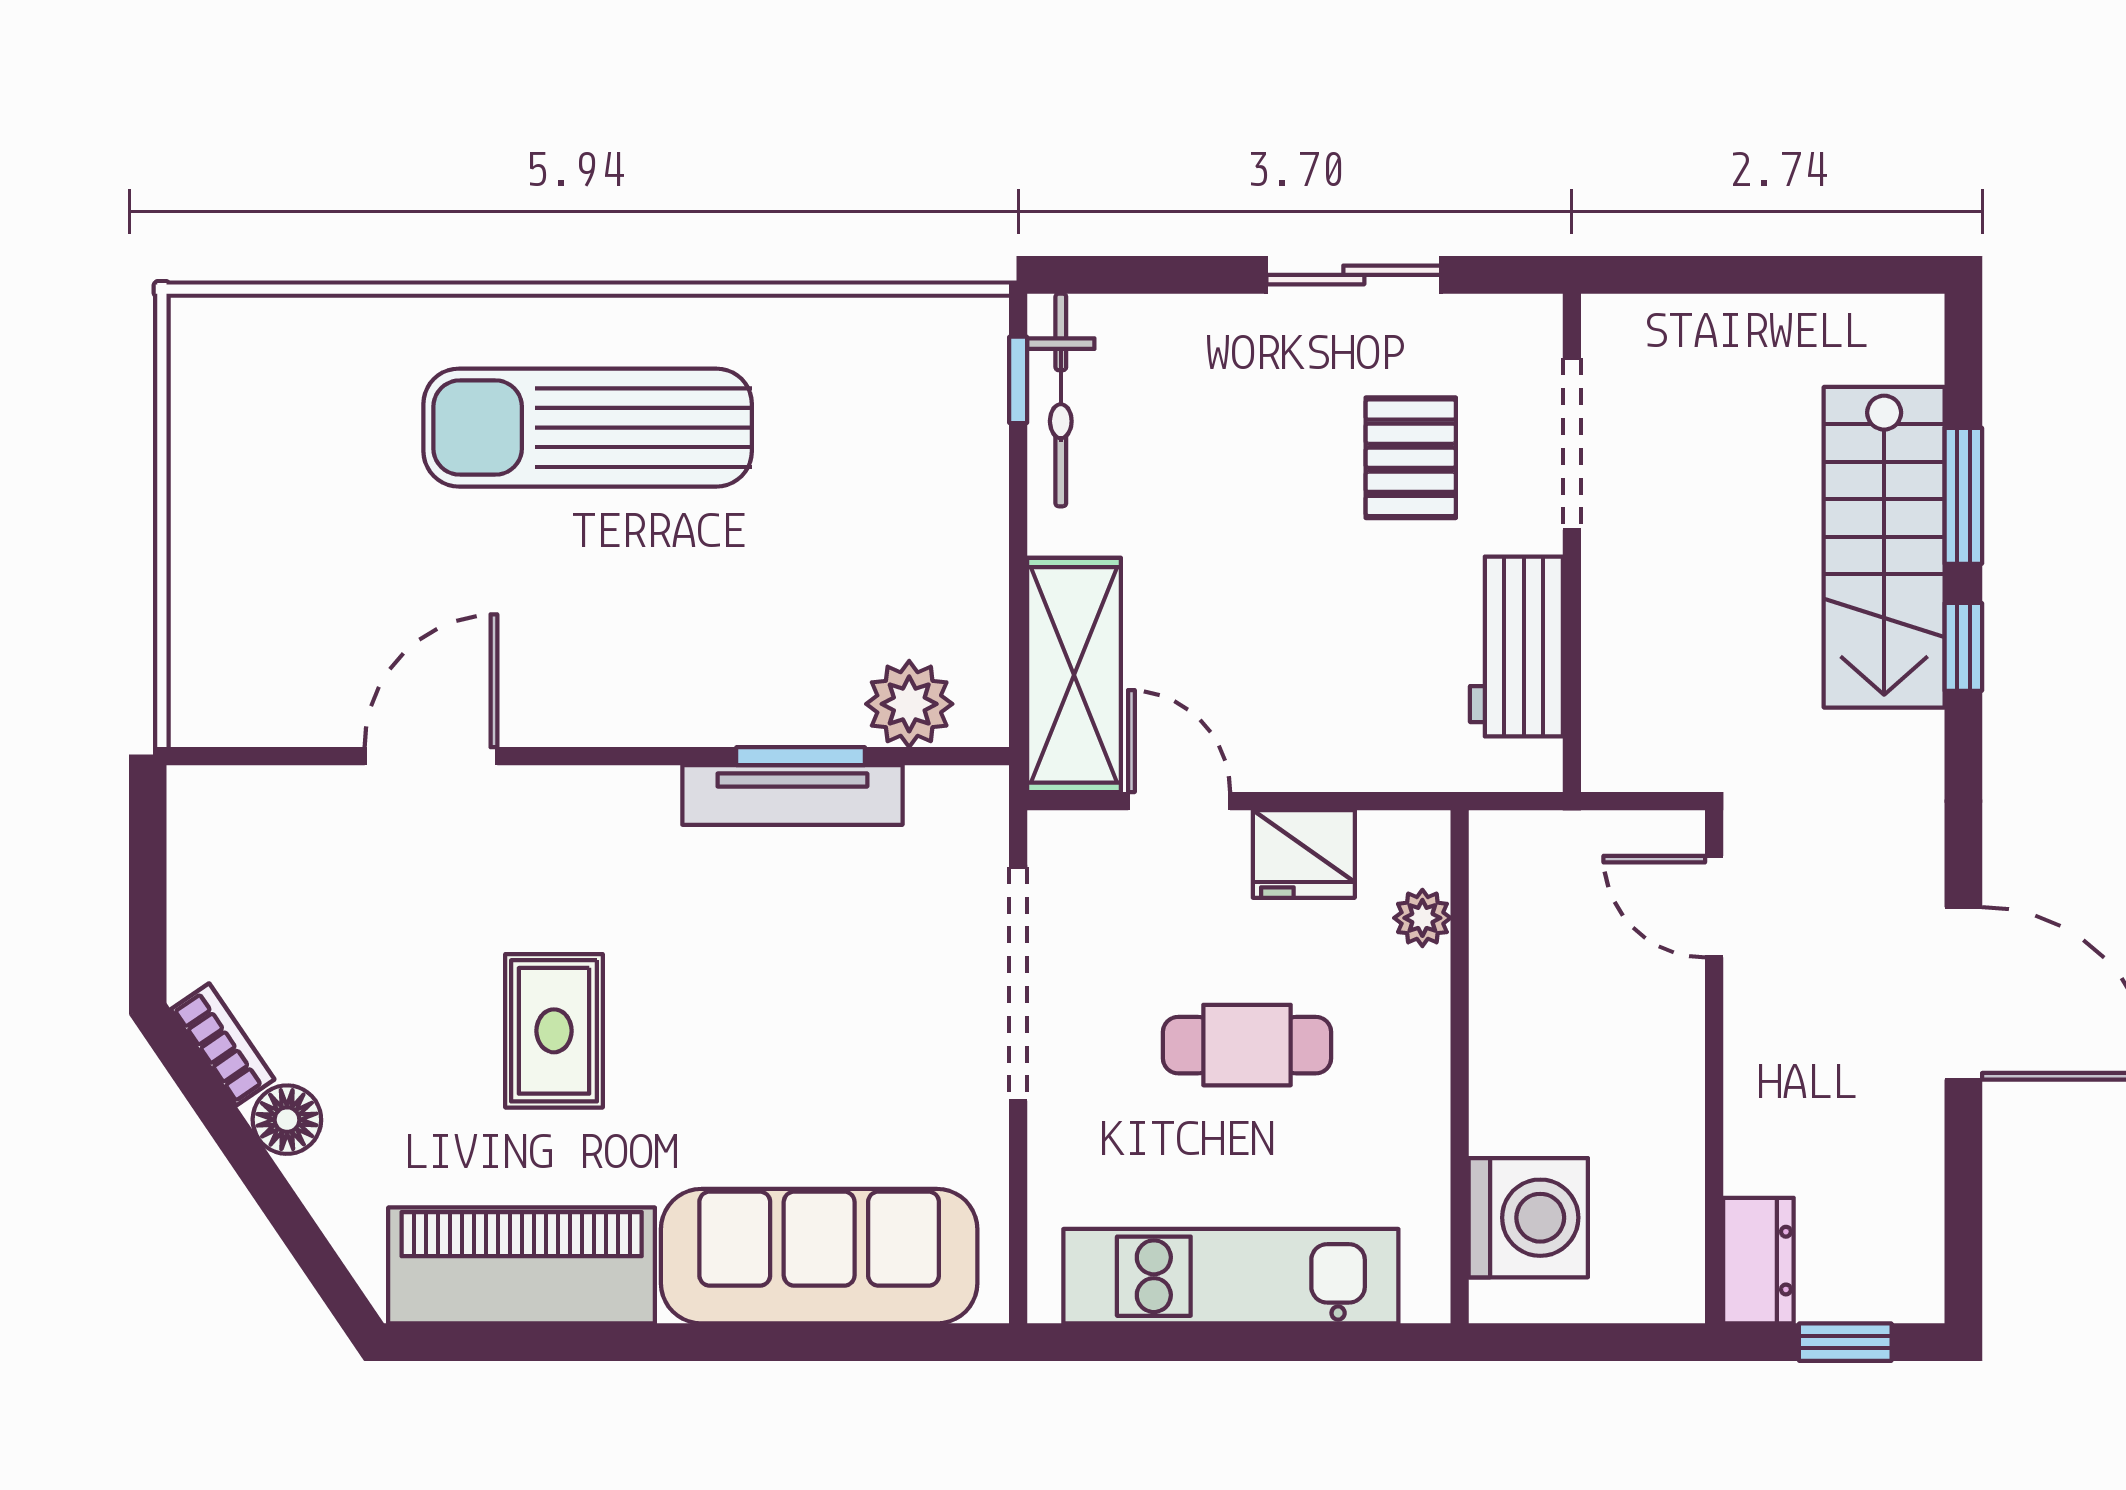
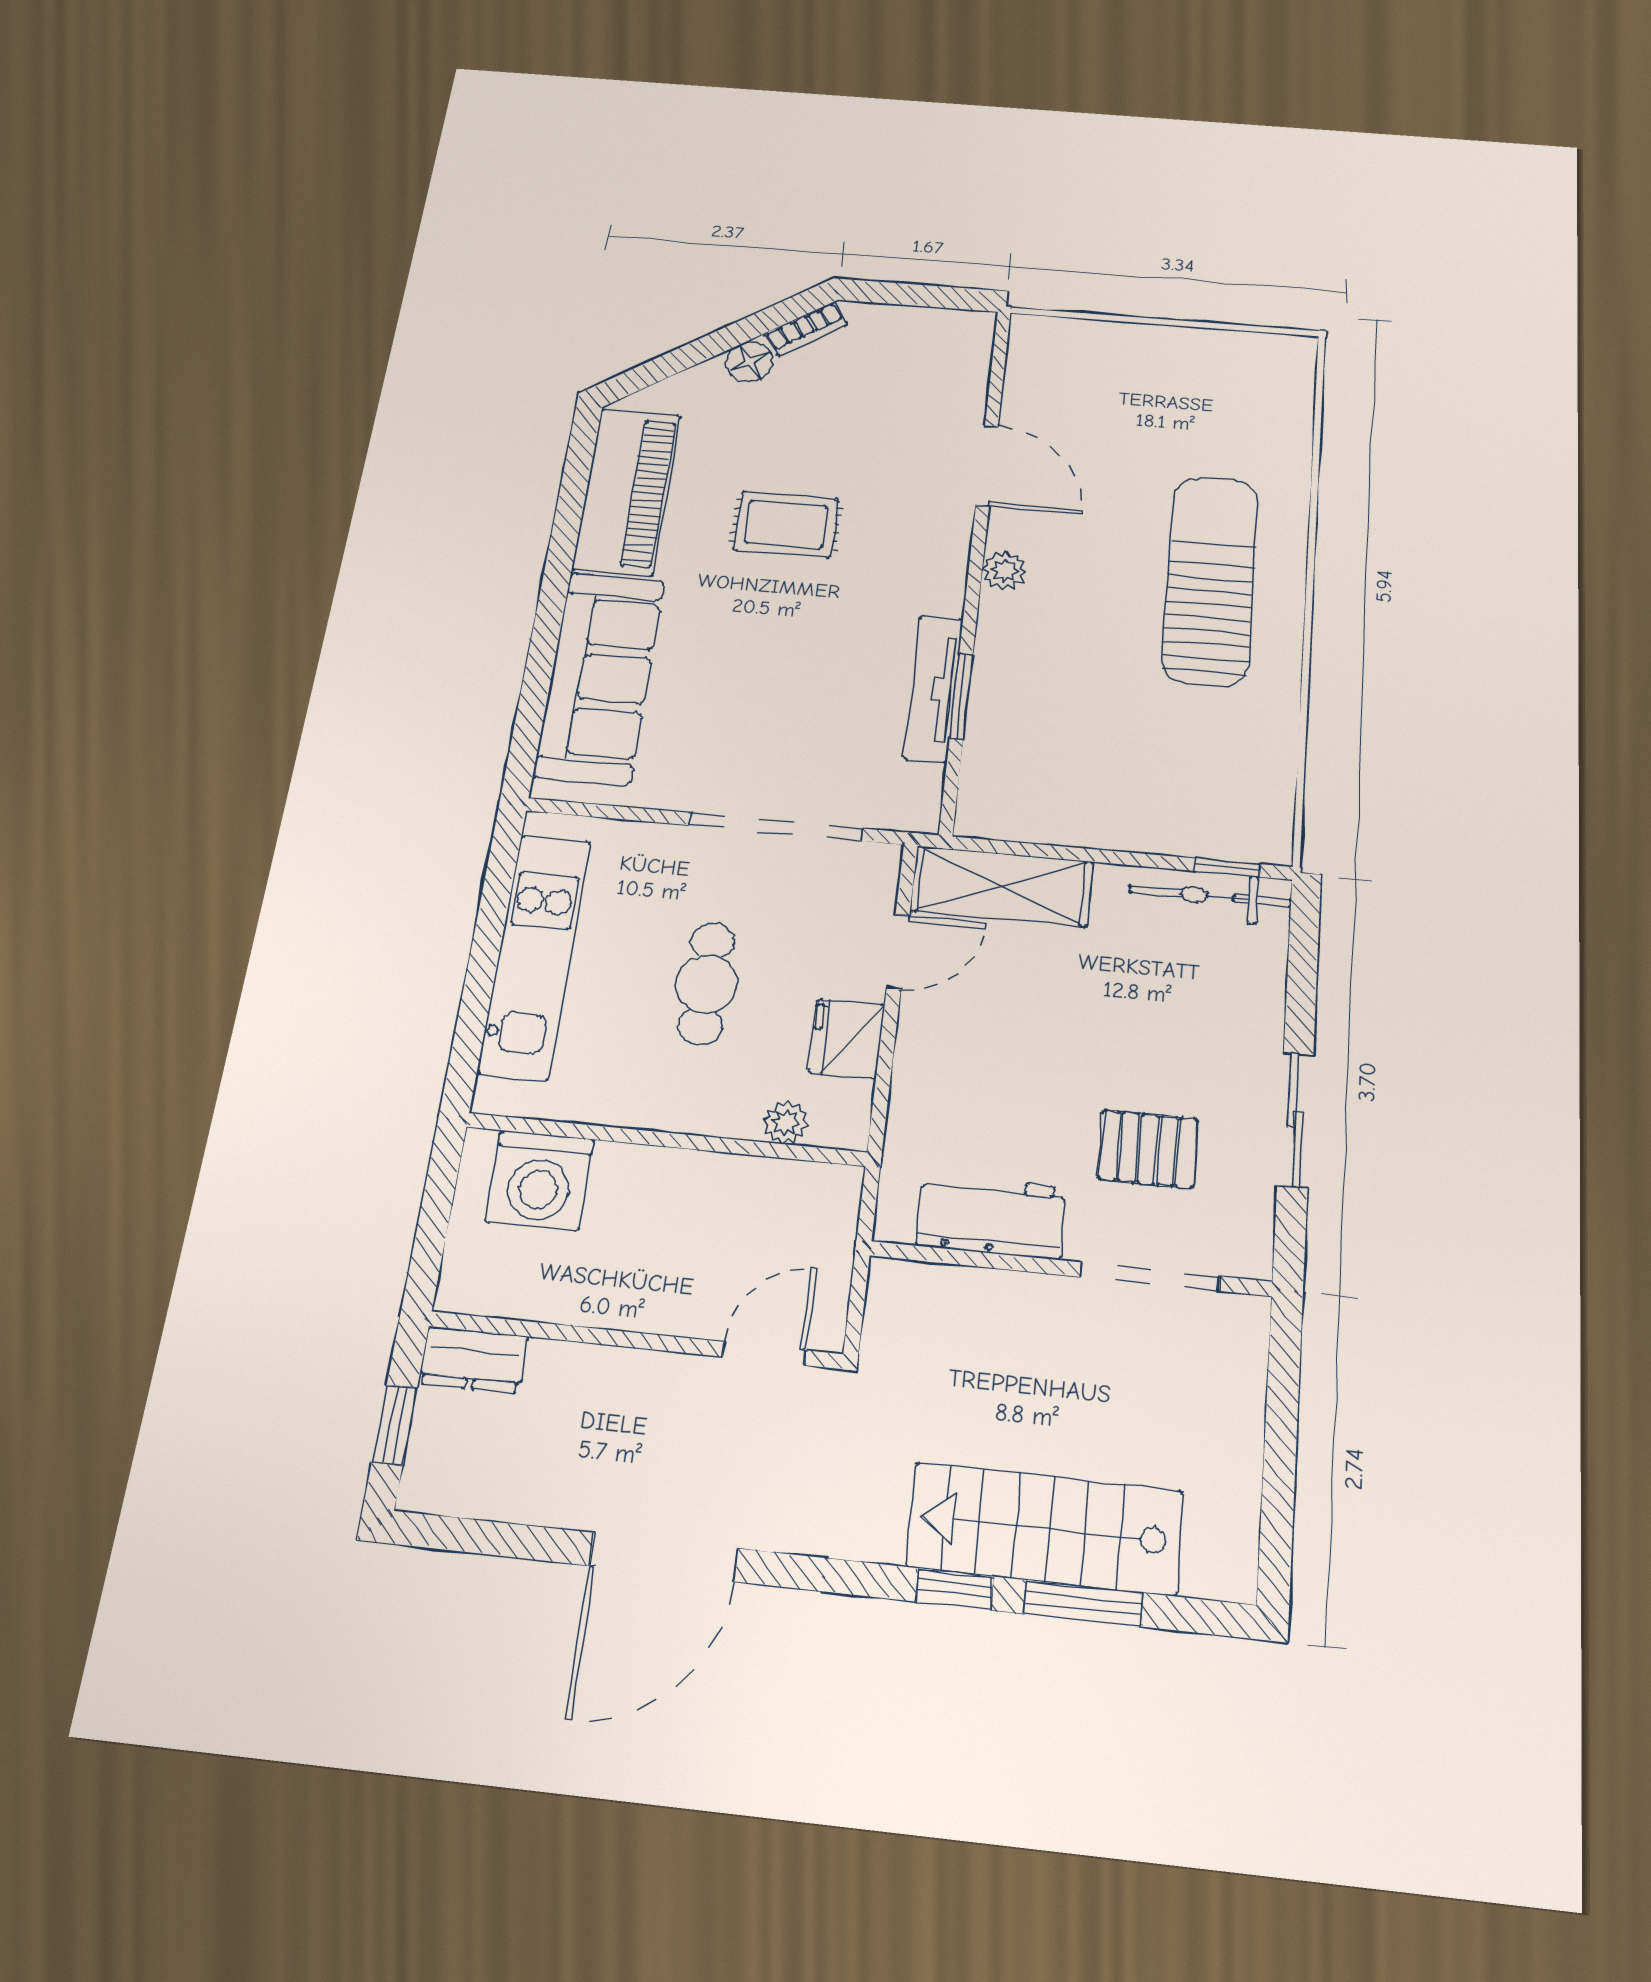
plant: (909, 704) -> (1004, 571), moved, width x0.73, depth x0.73

